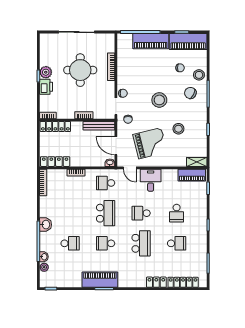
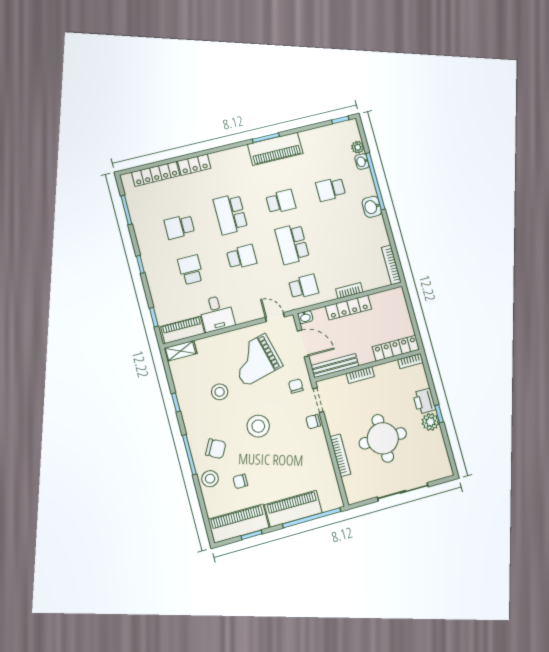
locker: (55, 162) -> (348, 308), moved
desk: (151, 180) -> (217, 313), moved

